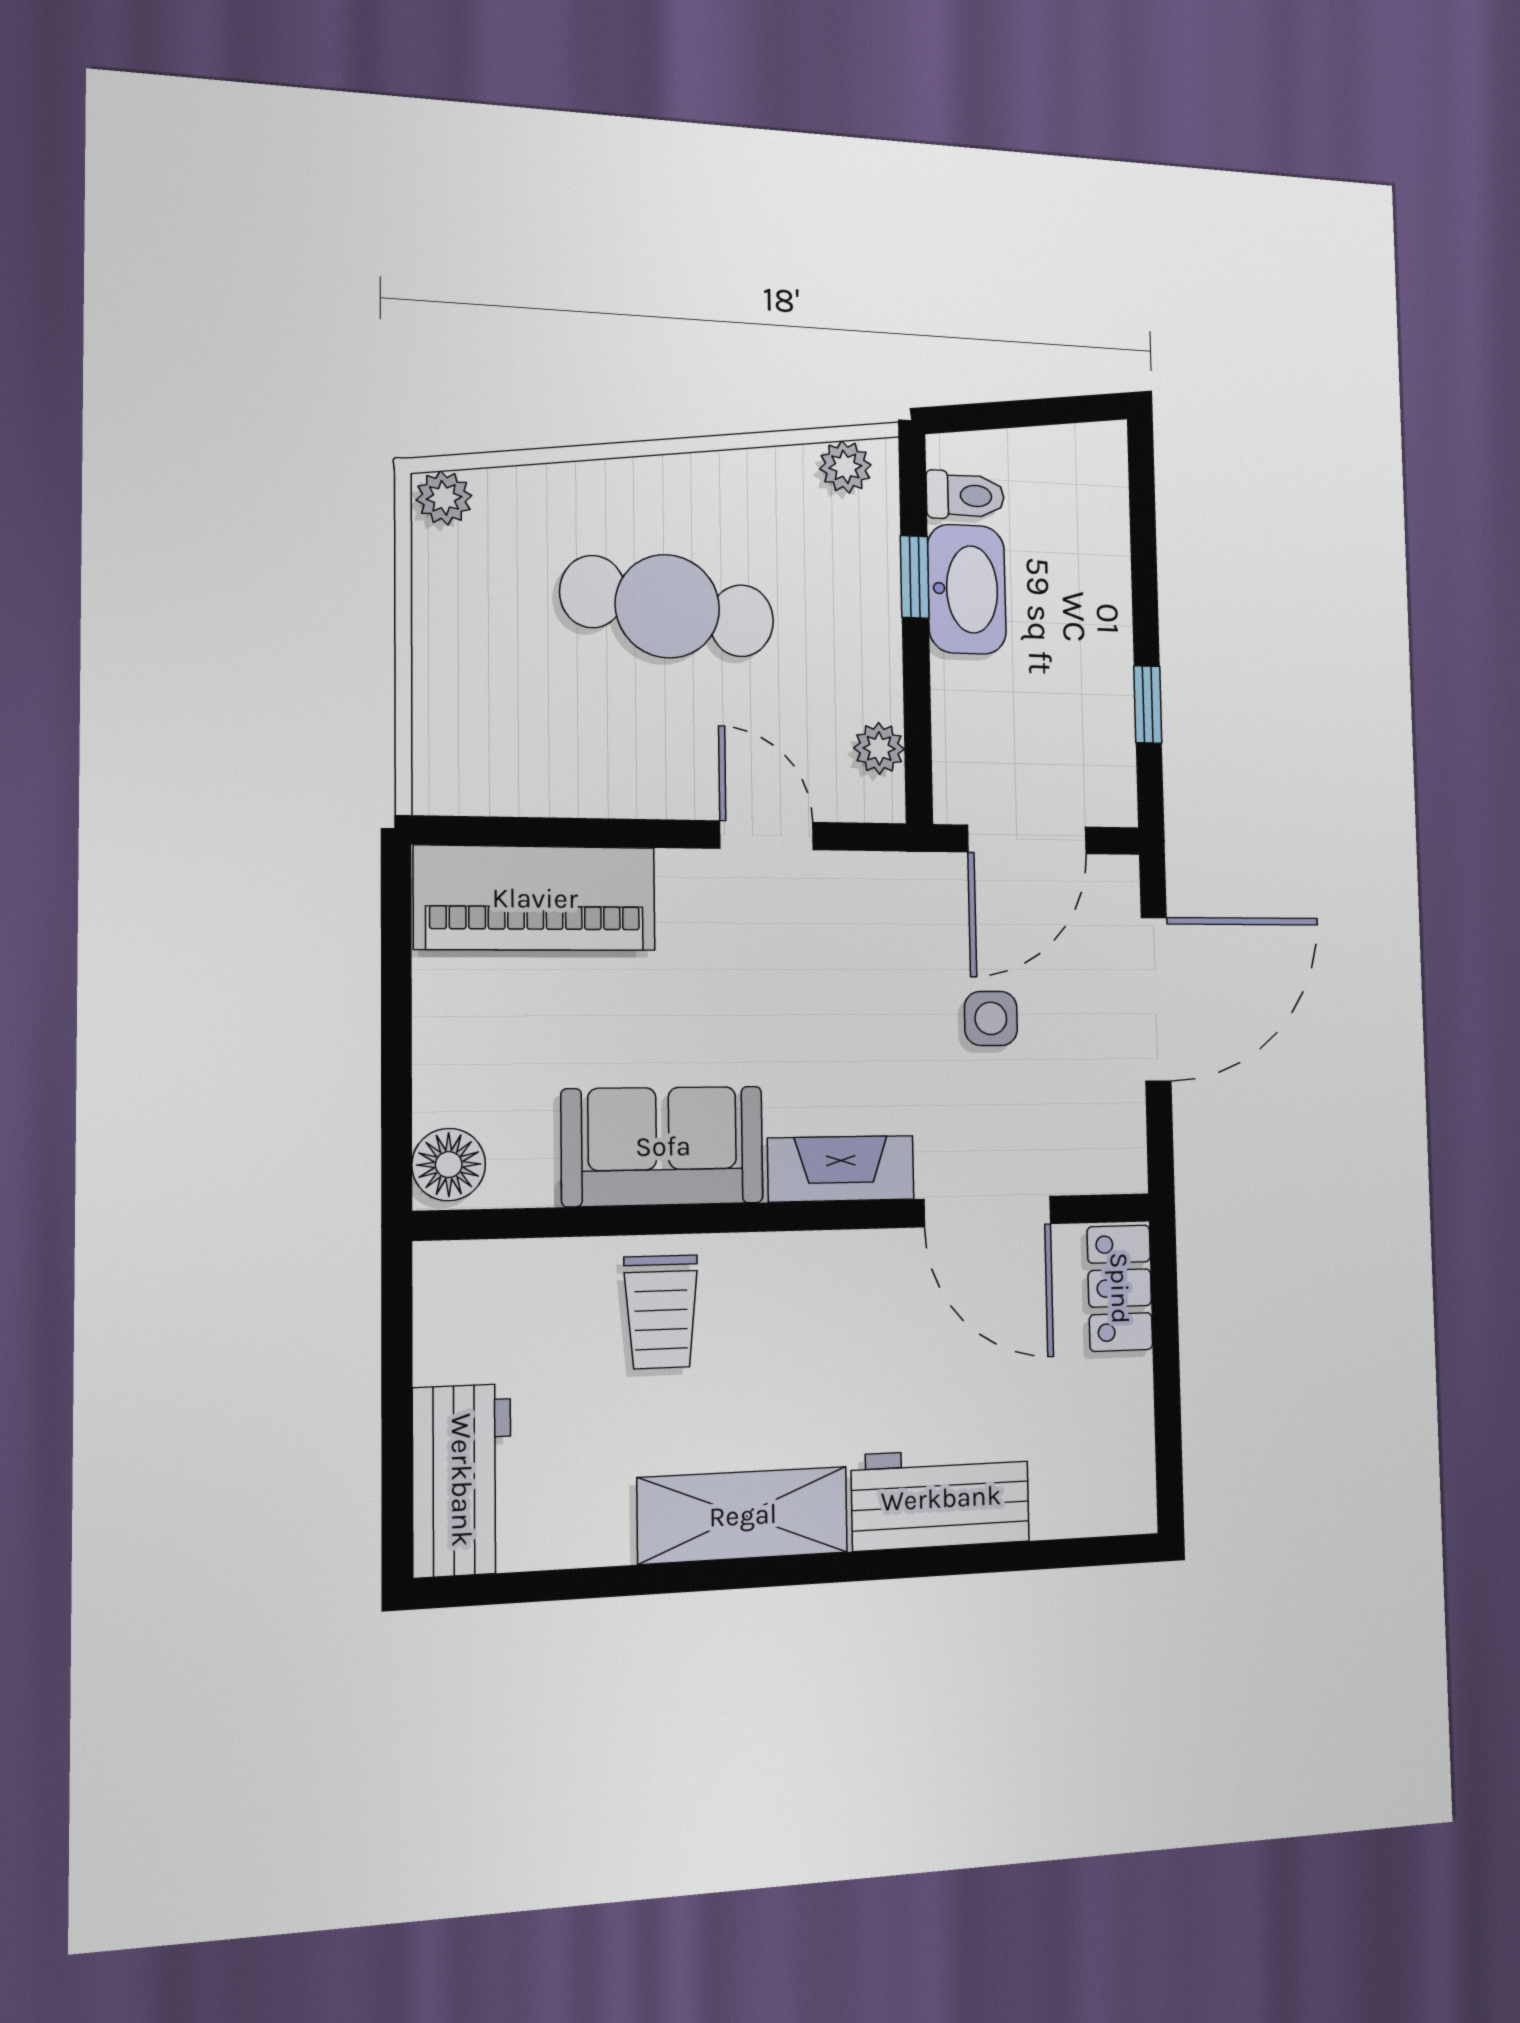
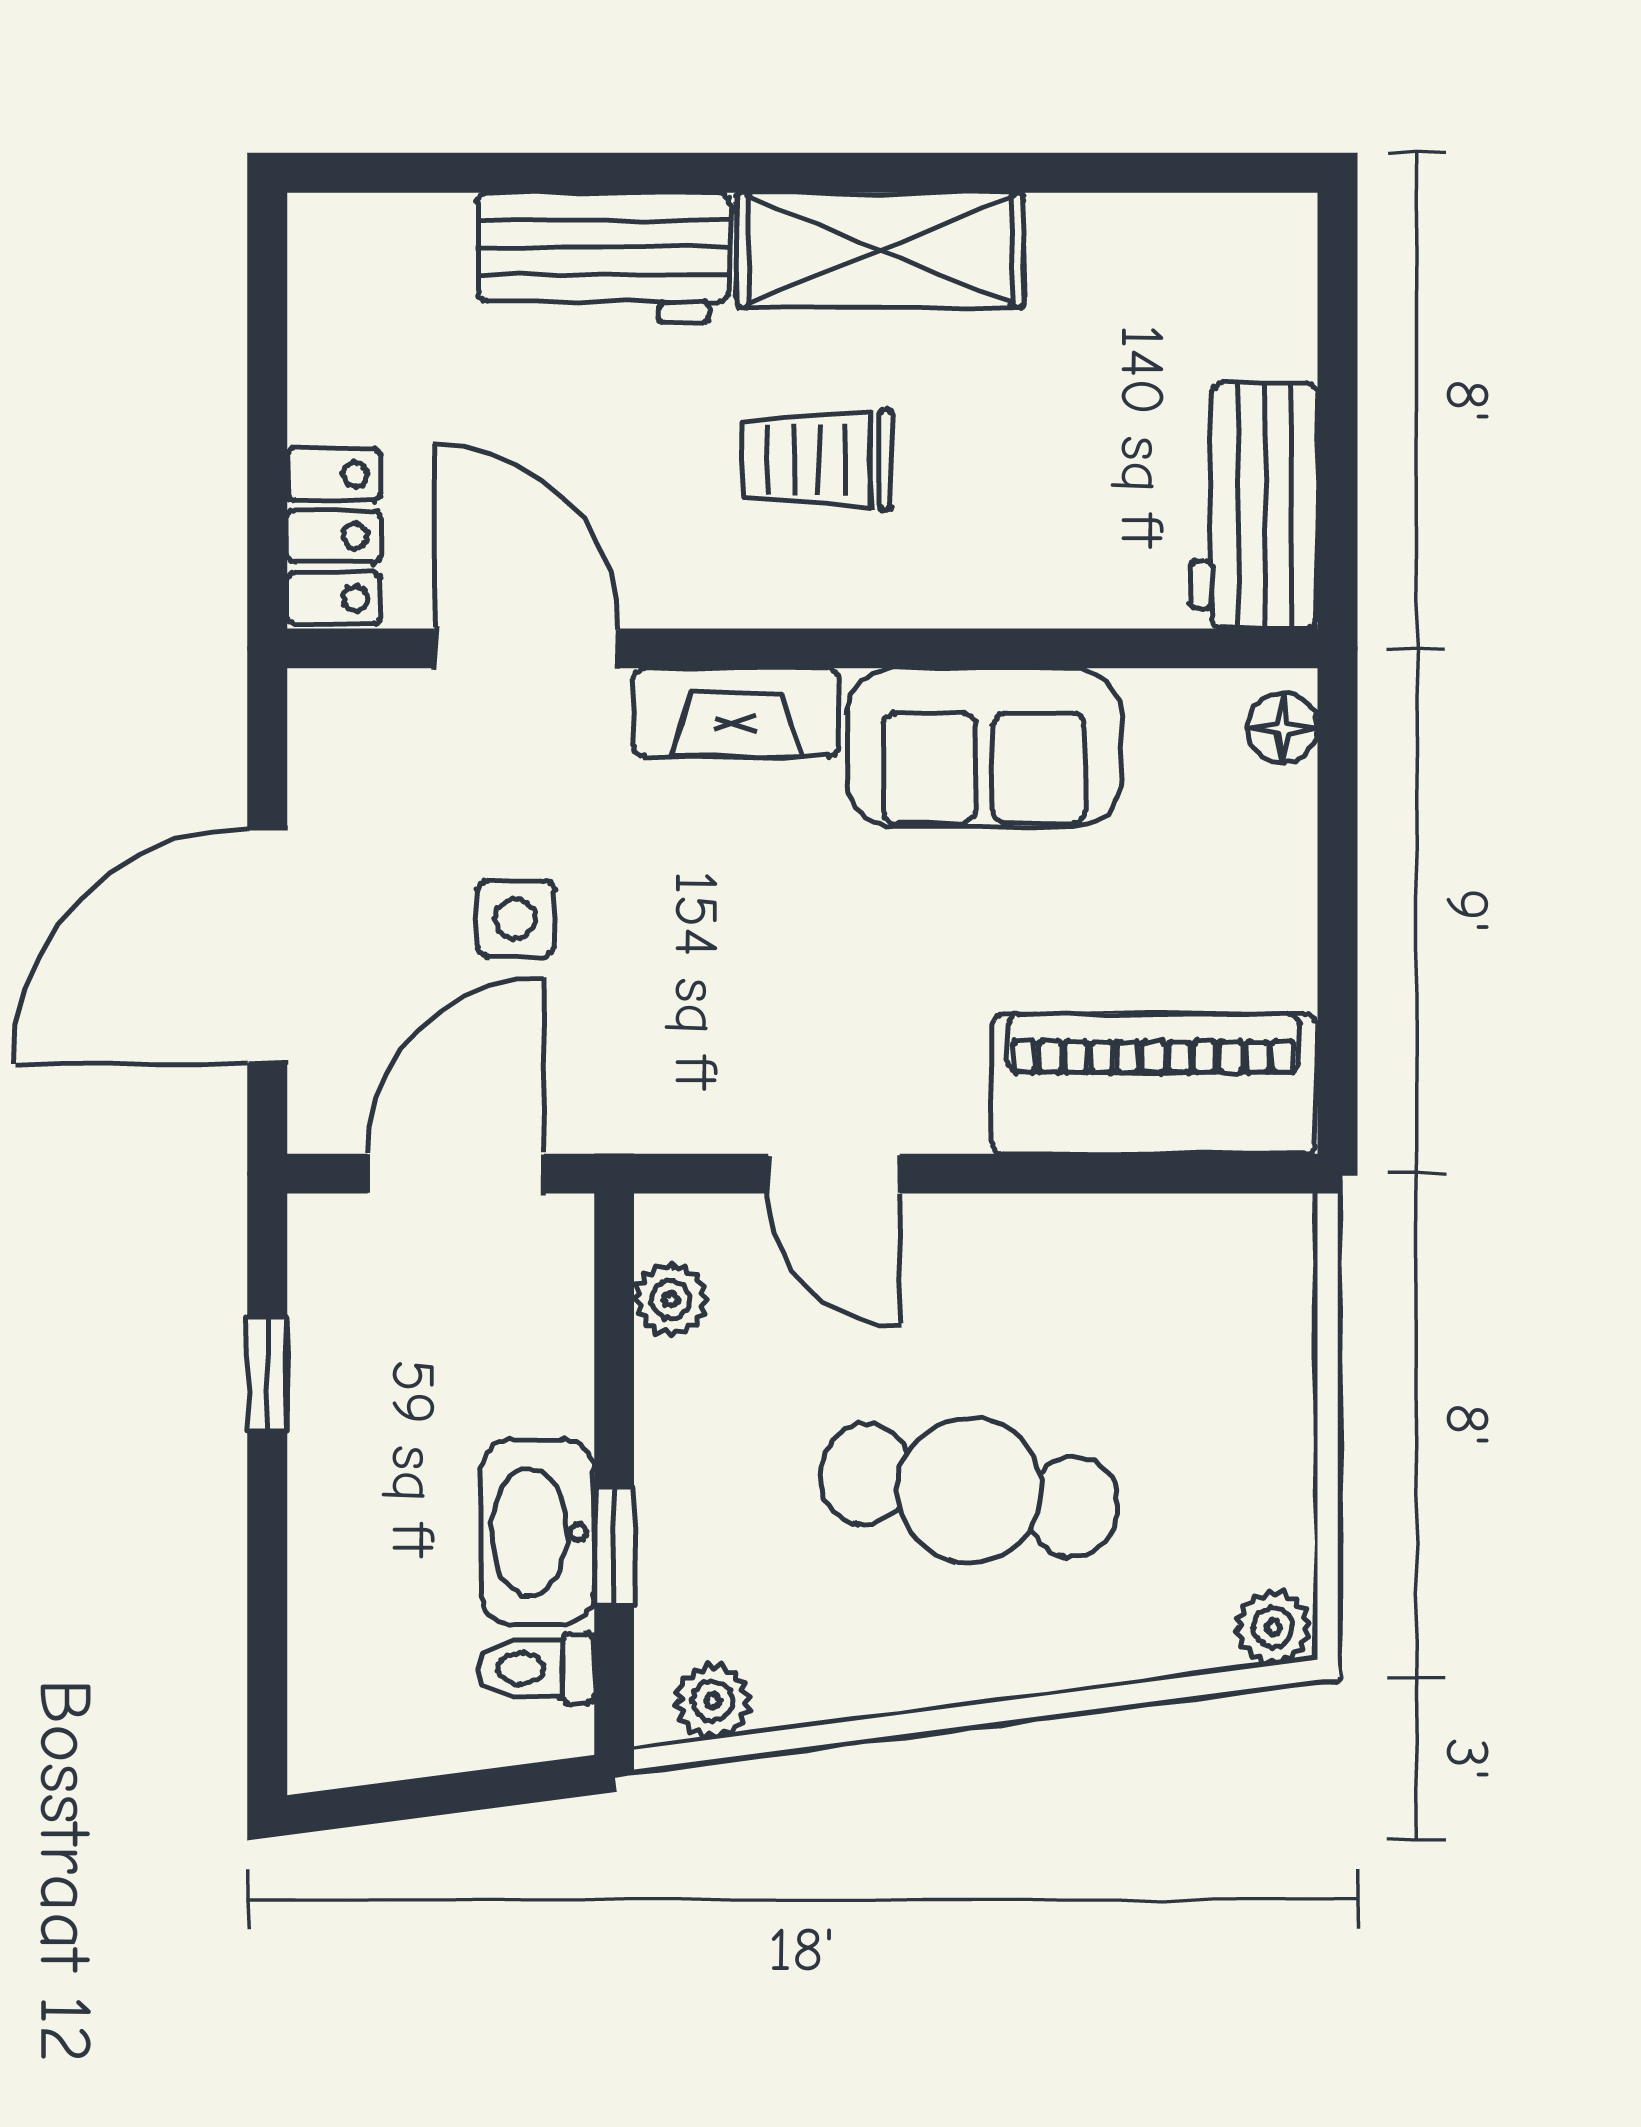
floor lamp: (449, 1165) -> (1283, 728), width x0.73, depth x0.73
trolley: (661, 1312) -> (817, 460), moved, turned -90
workbench: (462, 1480) -> (1254, 506), moved

